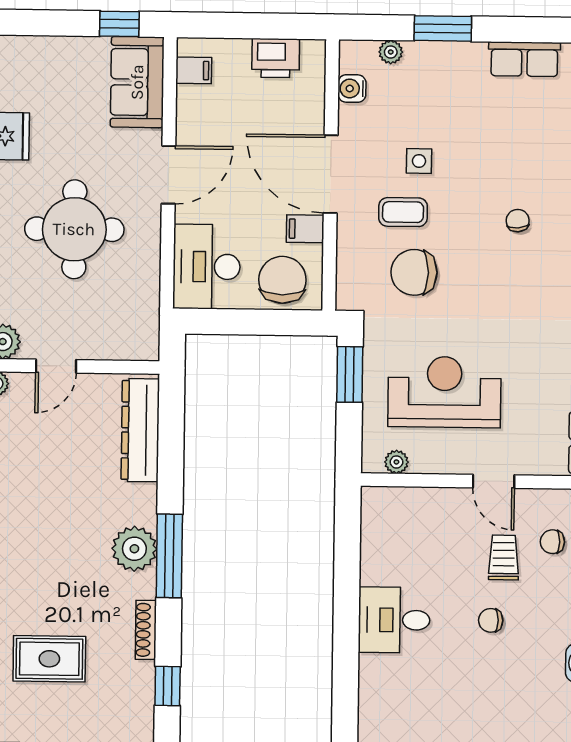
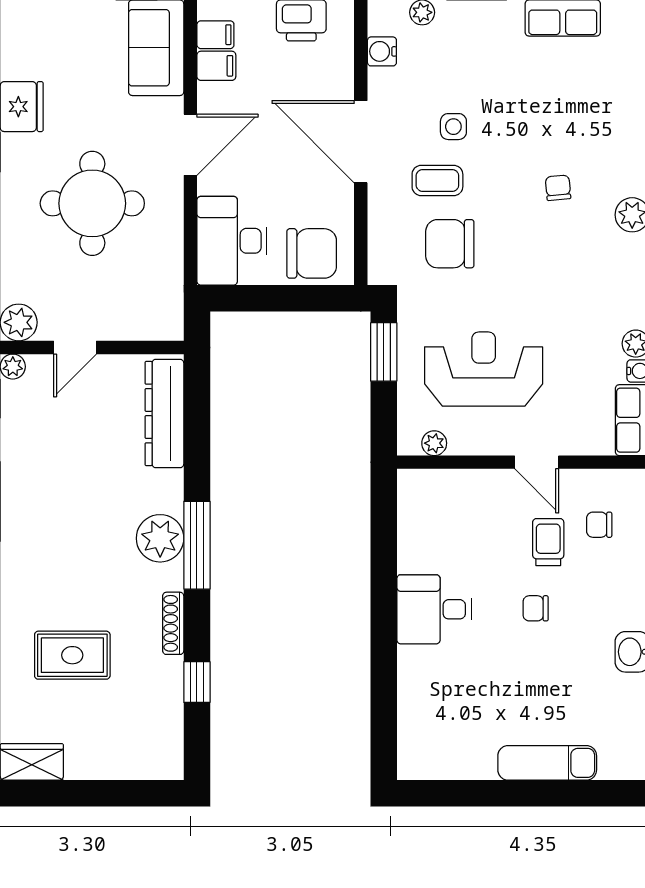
filing cabinet: (305, 229) -> (216, 66), moved, turned 180
chair: (282, 280) -> (312, 253), turned 90

